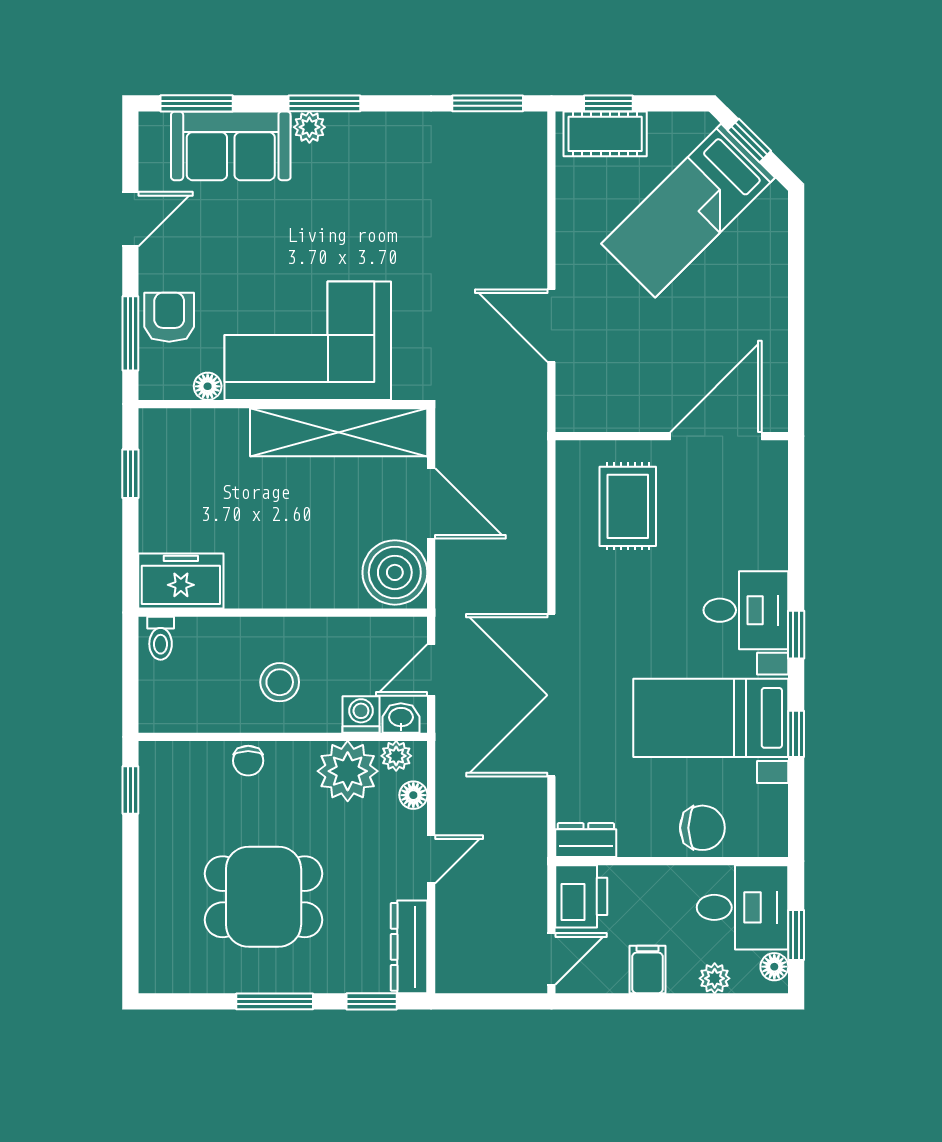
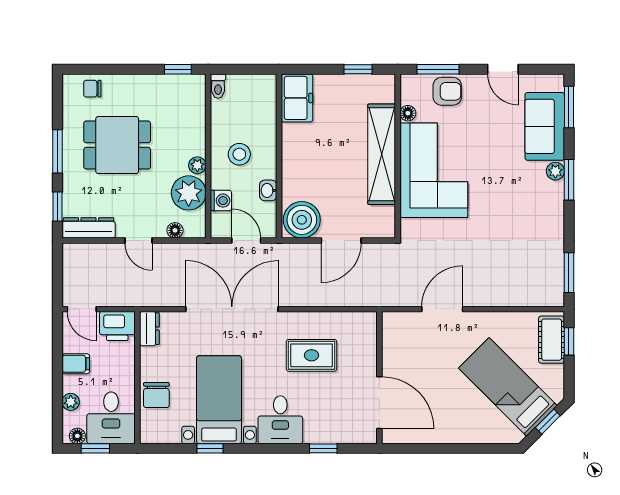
shelving: (339, 432) -> (382, 154), moved
rug: (628, 506) -> (311, 355), moved
window: (796, 635) -> (323, 448), moved
toilet: (161, 638) -> (218, 86), moved, turned -90
washbasin: (401, 718) -> (268, 190), moved, turned 180
plant: (396, 756) -> (197, 165), moved
chair: (248, 761) -> (92, 89), moved
dining table: (264, 897) -> (117, 145), turned 90

